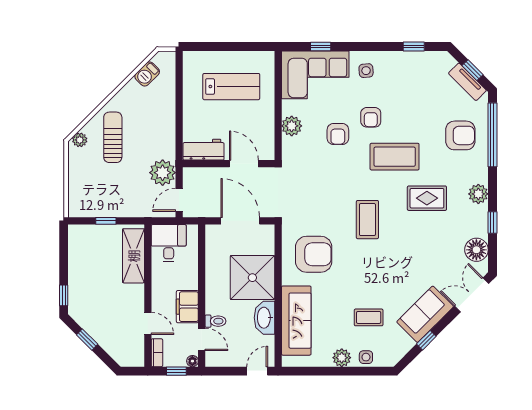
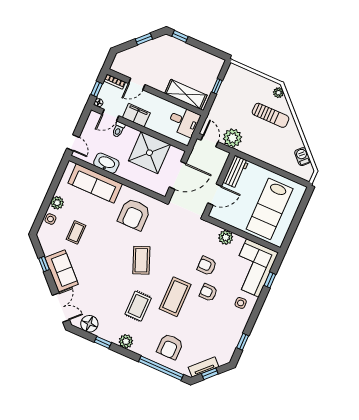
lab bench: (231, 87) -> (270, 209), width x1.36, depth x1.39
coffee table: (367, 220) -> (141, 260), turned 68
shower: (252, 278) -> (149, 153), moved

